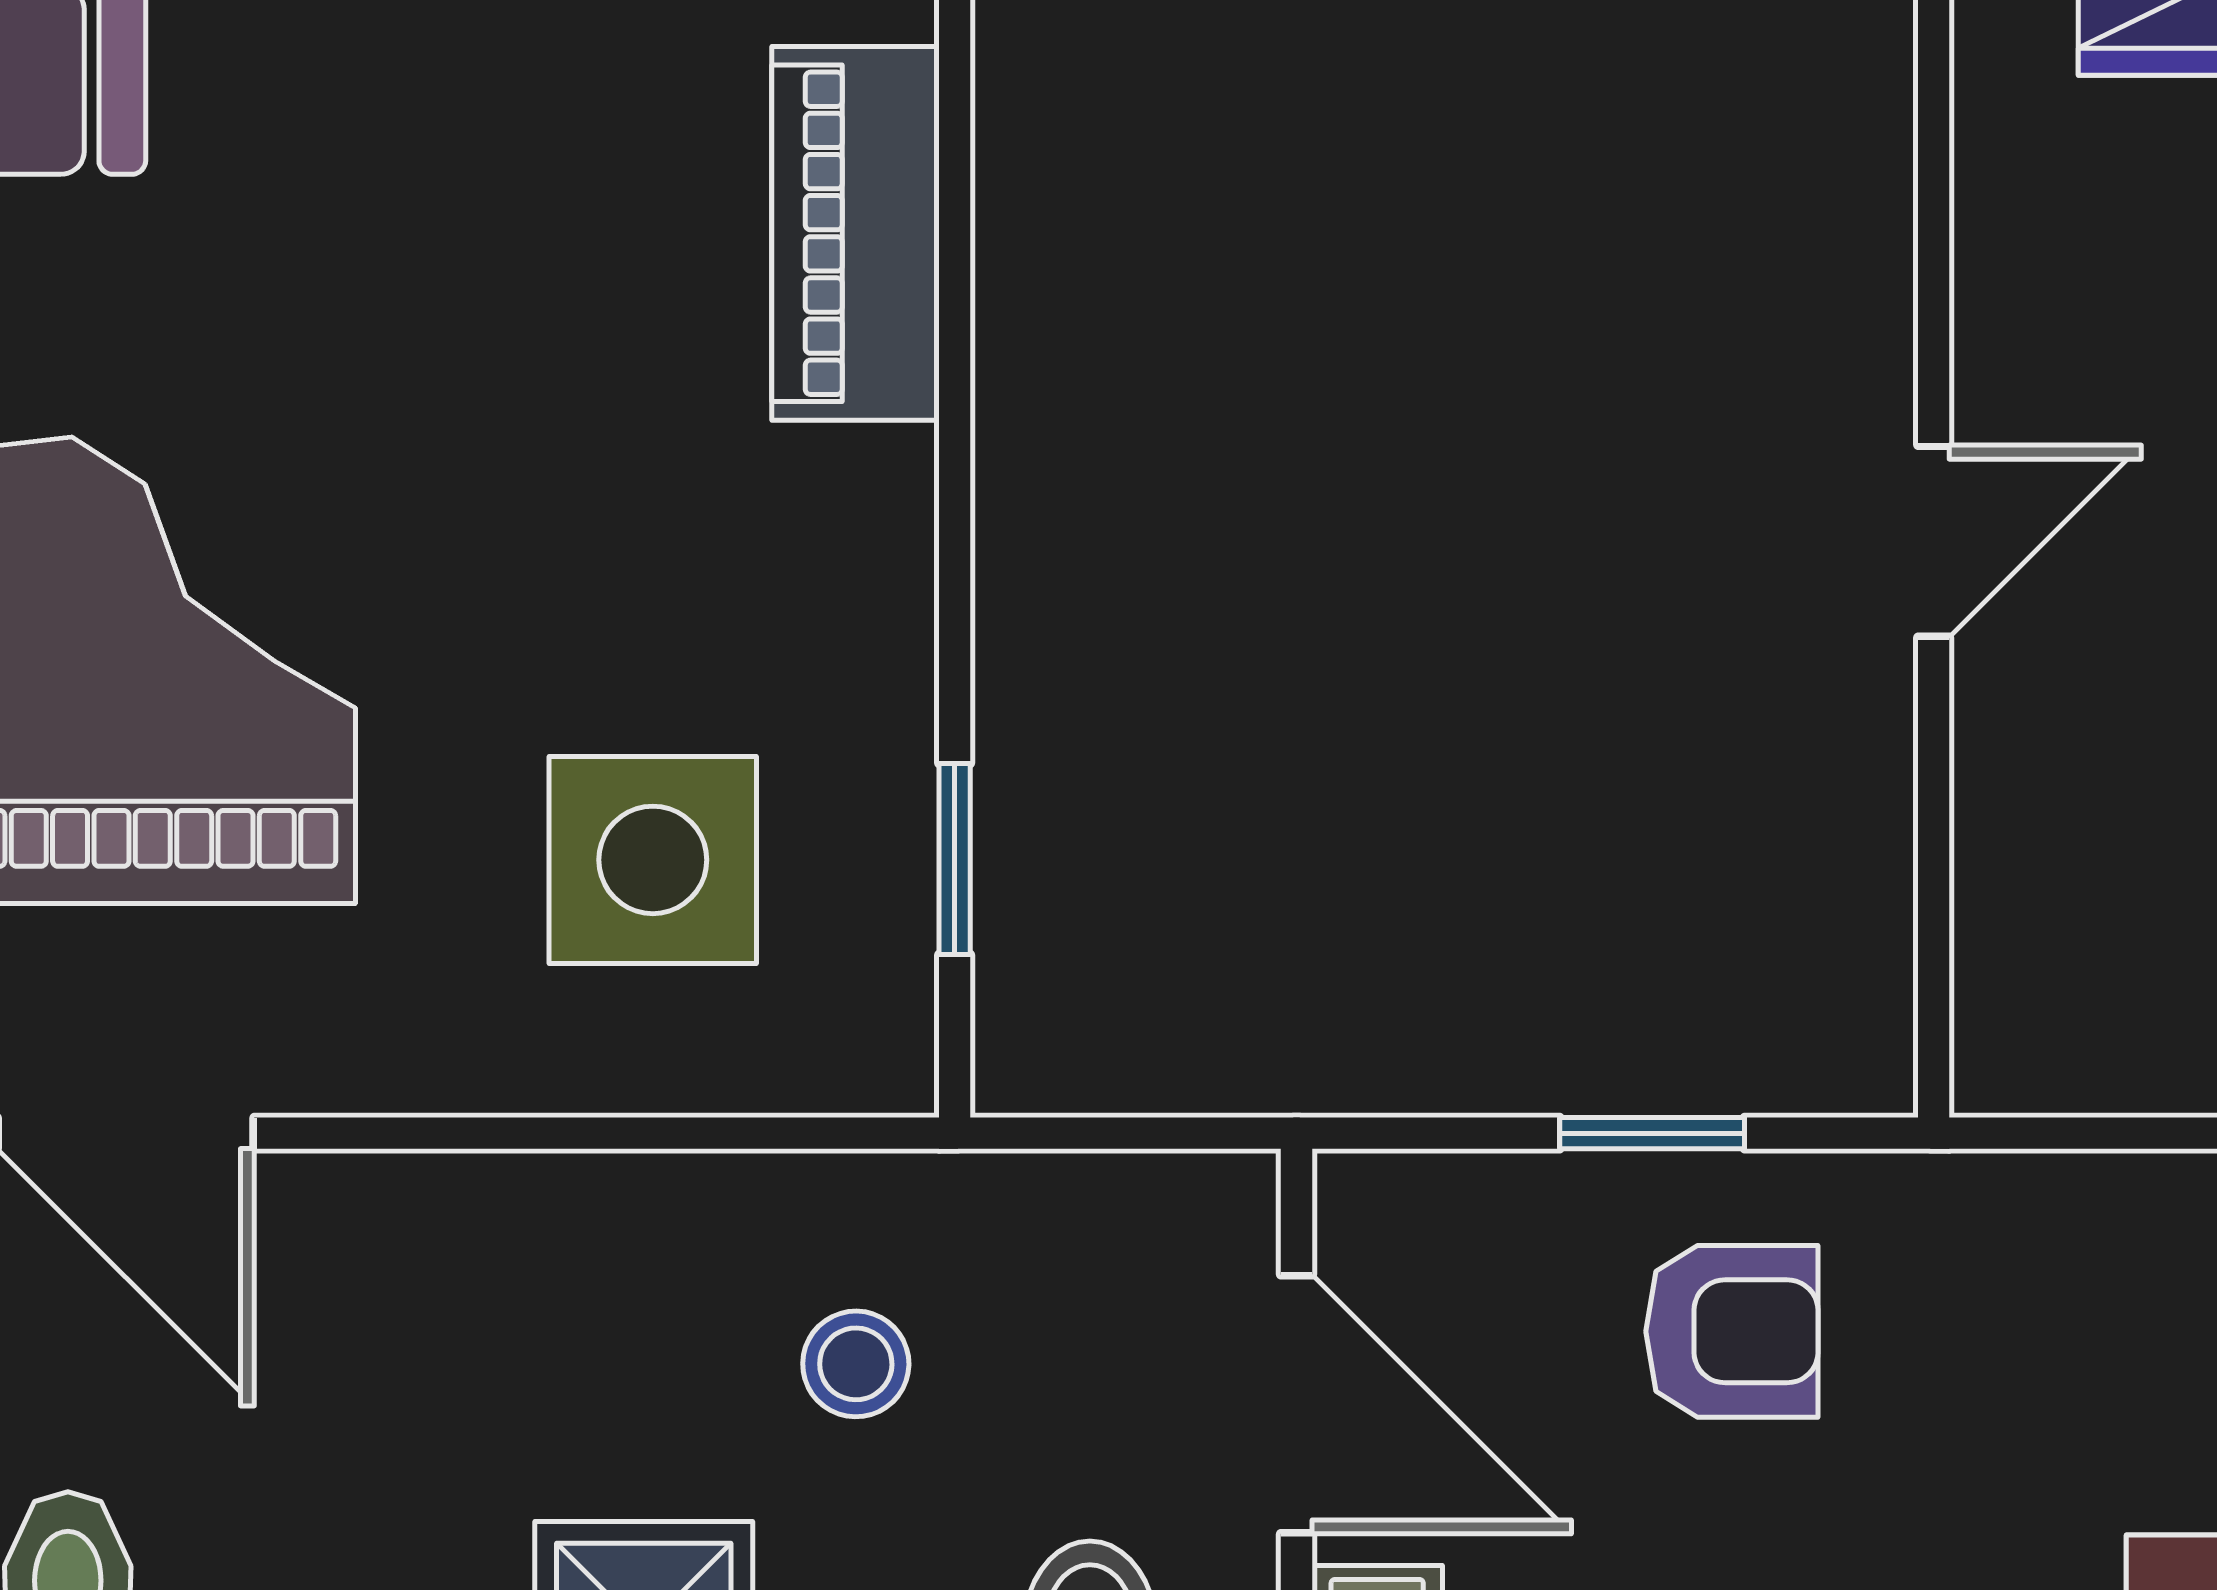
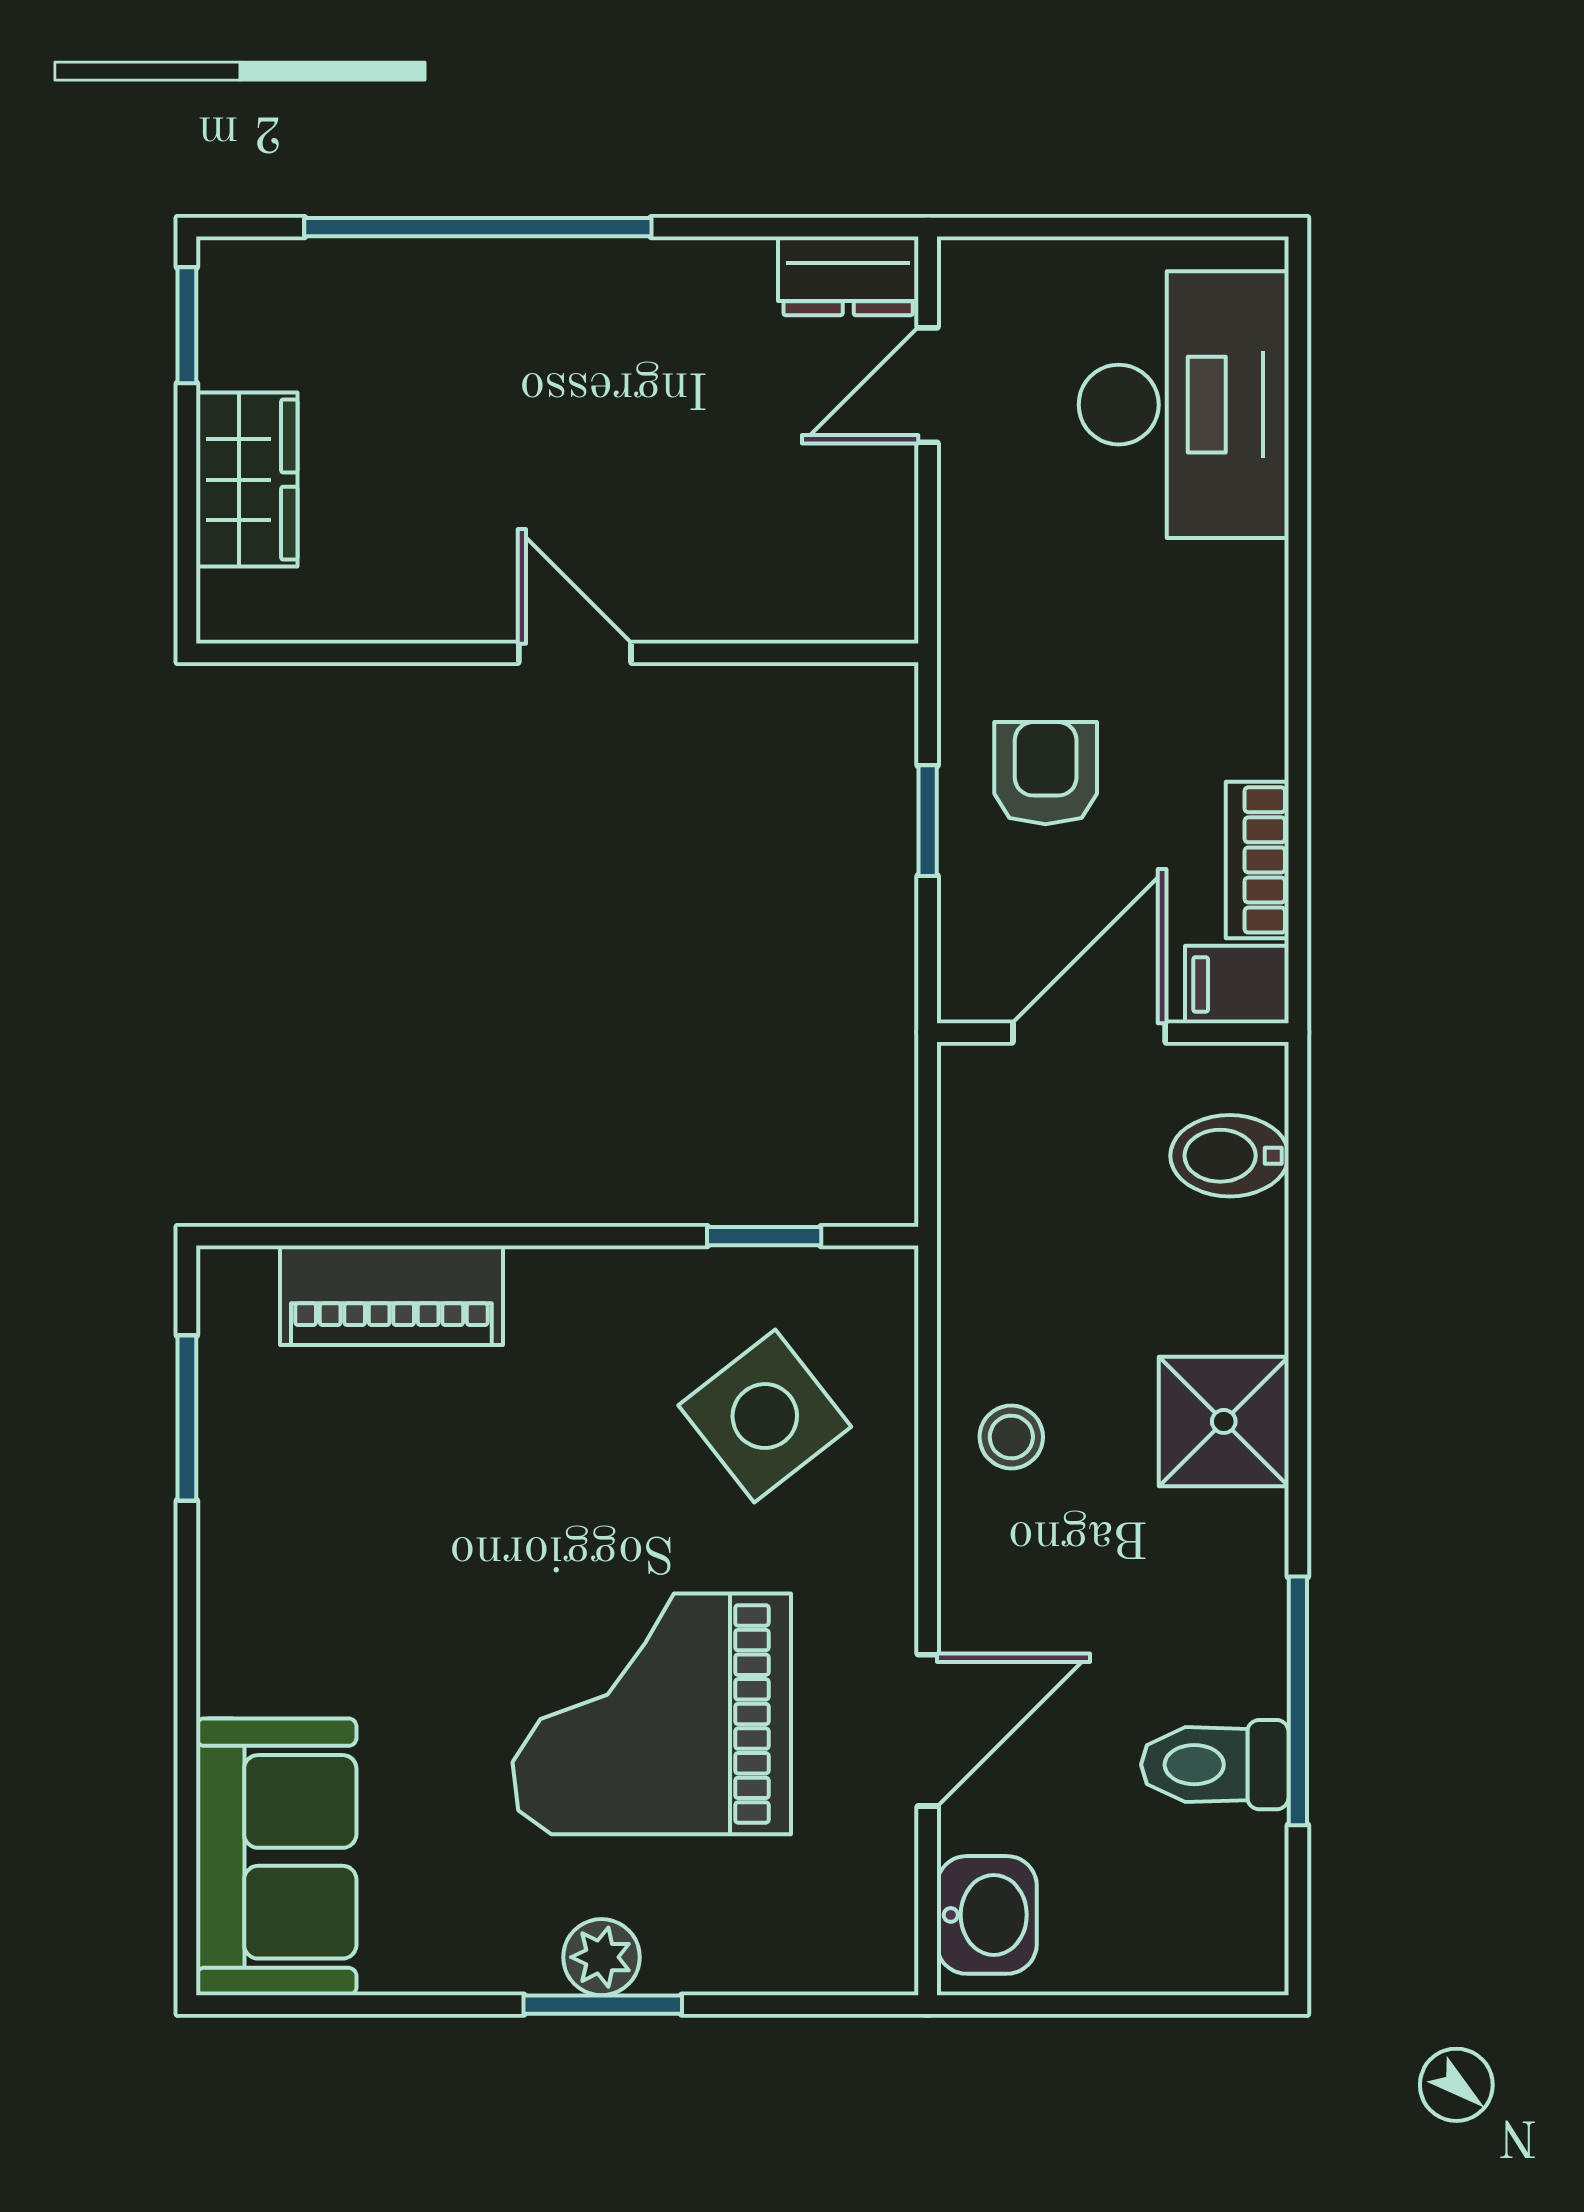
side table: (653, 860) -> (765, 1416), turned -38
stool: (856, 1364) -> (1011, 1437), moved

